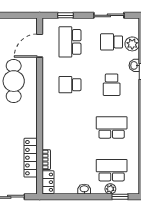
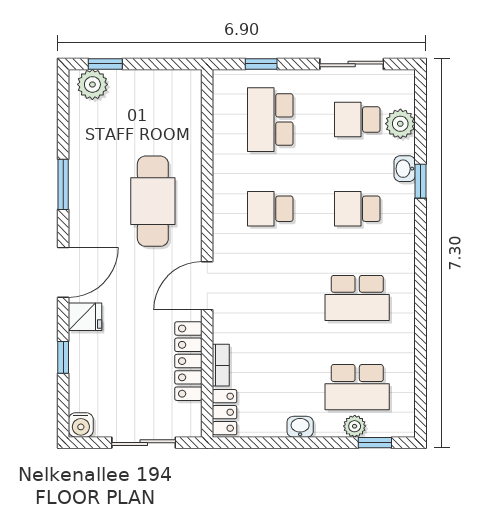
door: (40, 46) -> (207, 286), moved
school desk: (112, 85) -> (357, 209), turned 90
school desk: (112, 127) -> (357, 298), turned 180
school desk: (112, 170) -> (357, 387), turned 180

